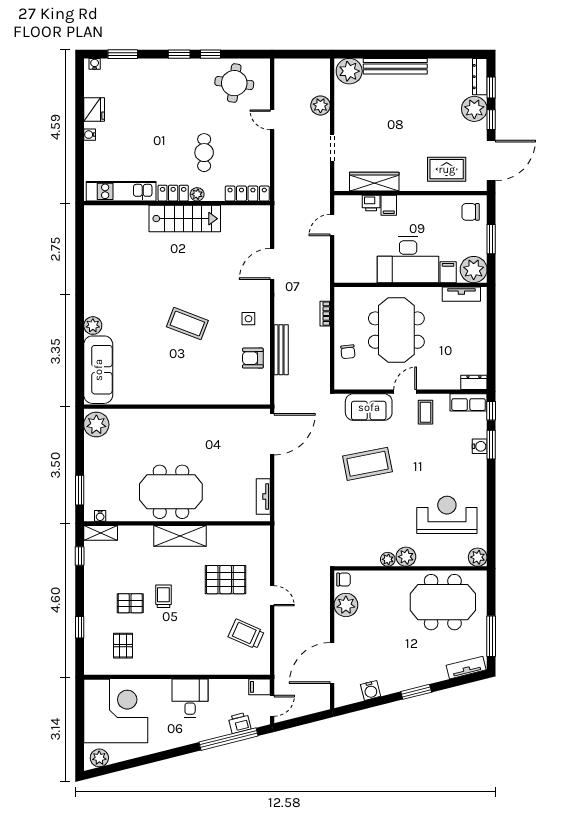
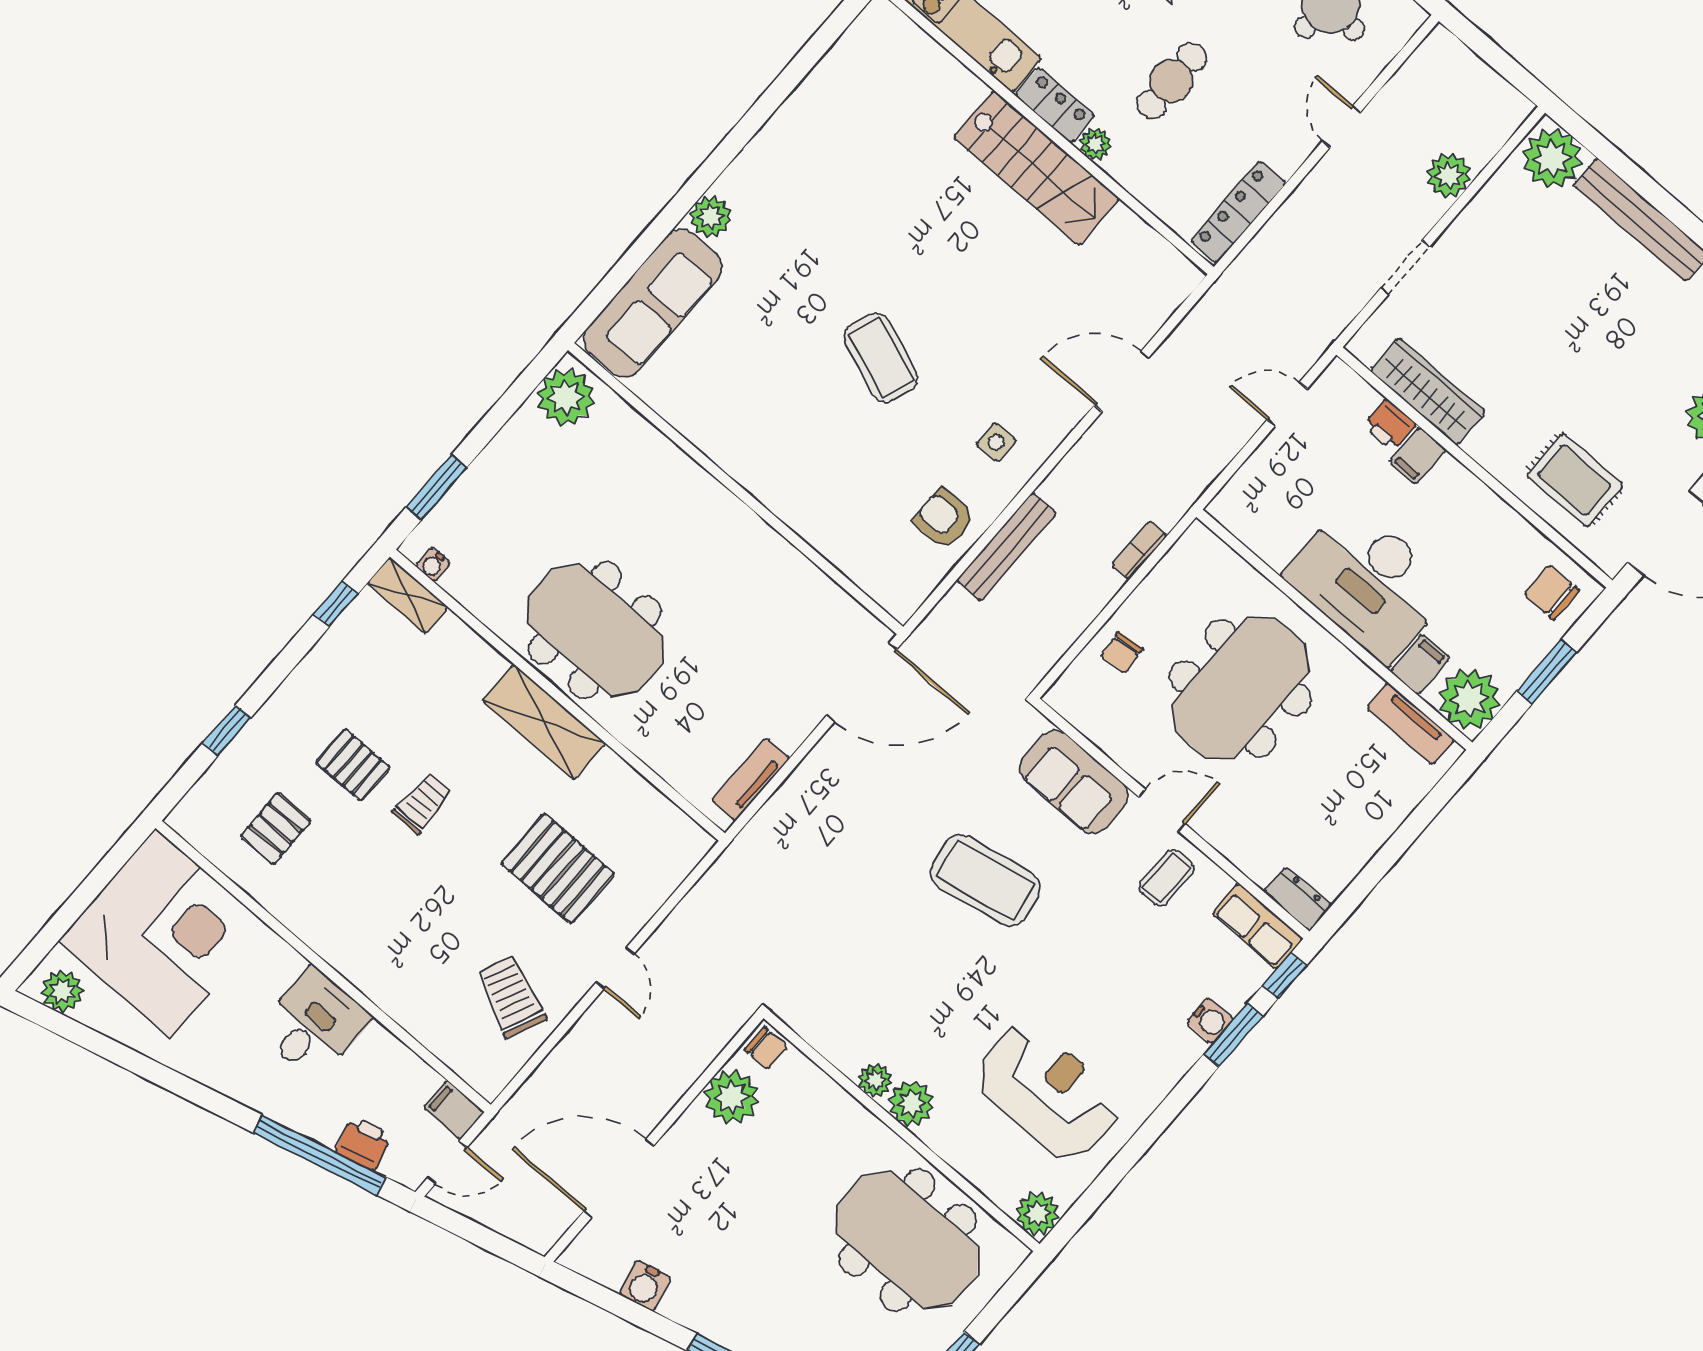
locker: (247, 194) -> (1238, 212), moved, turned -90

